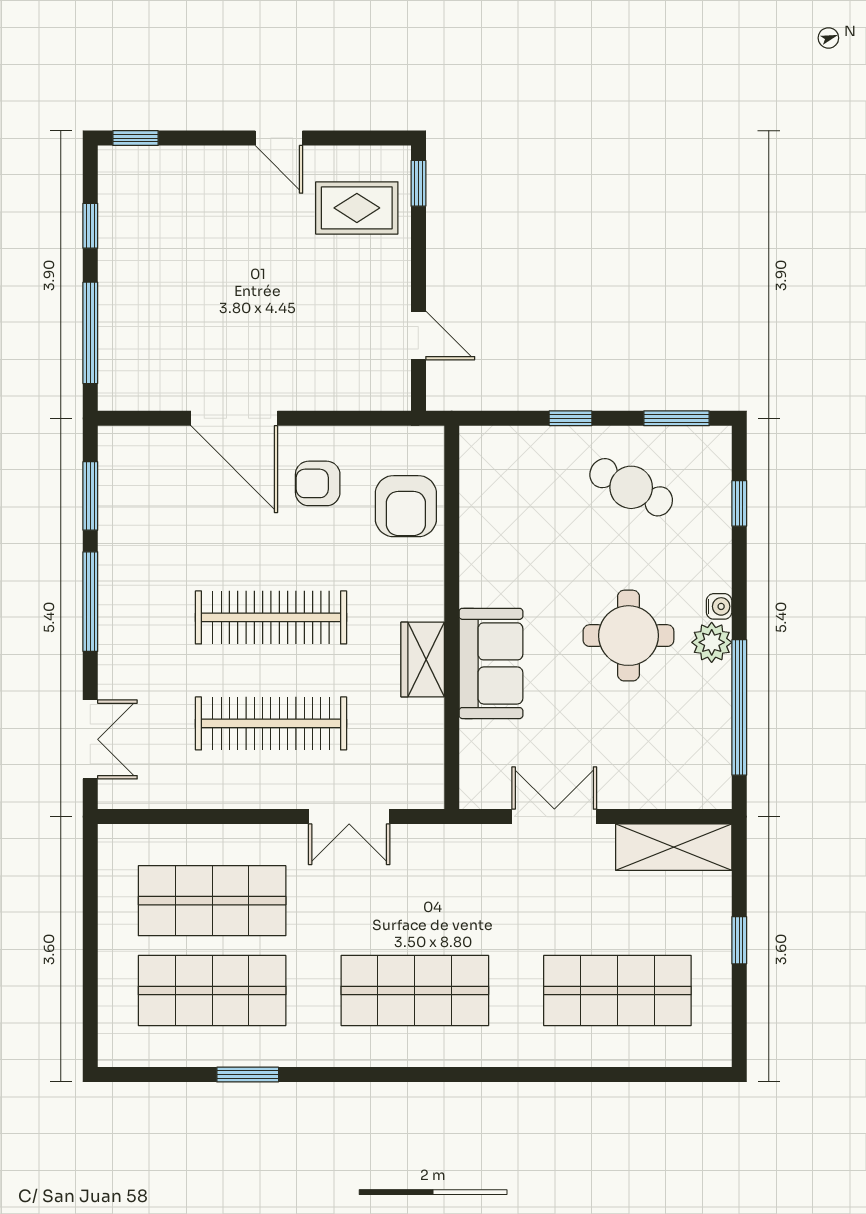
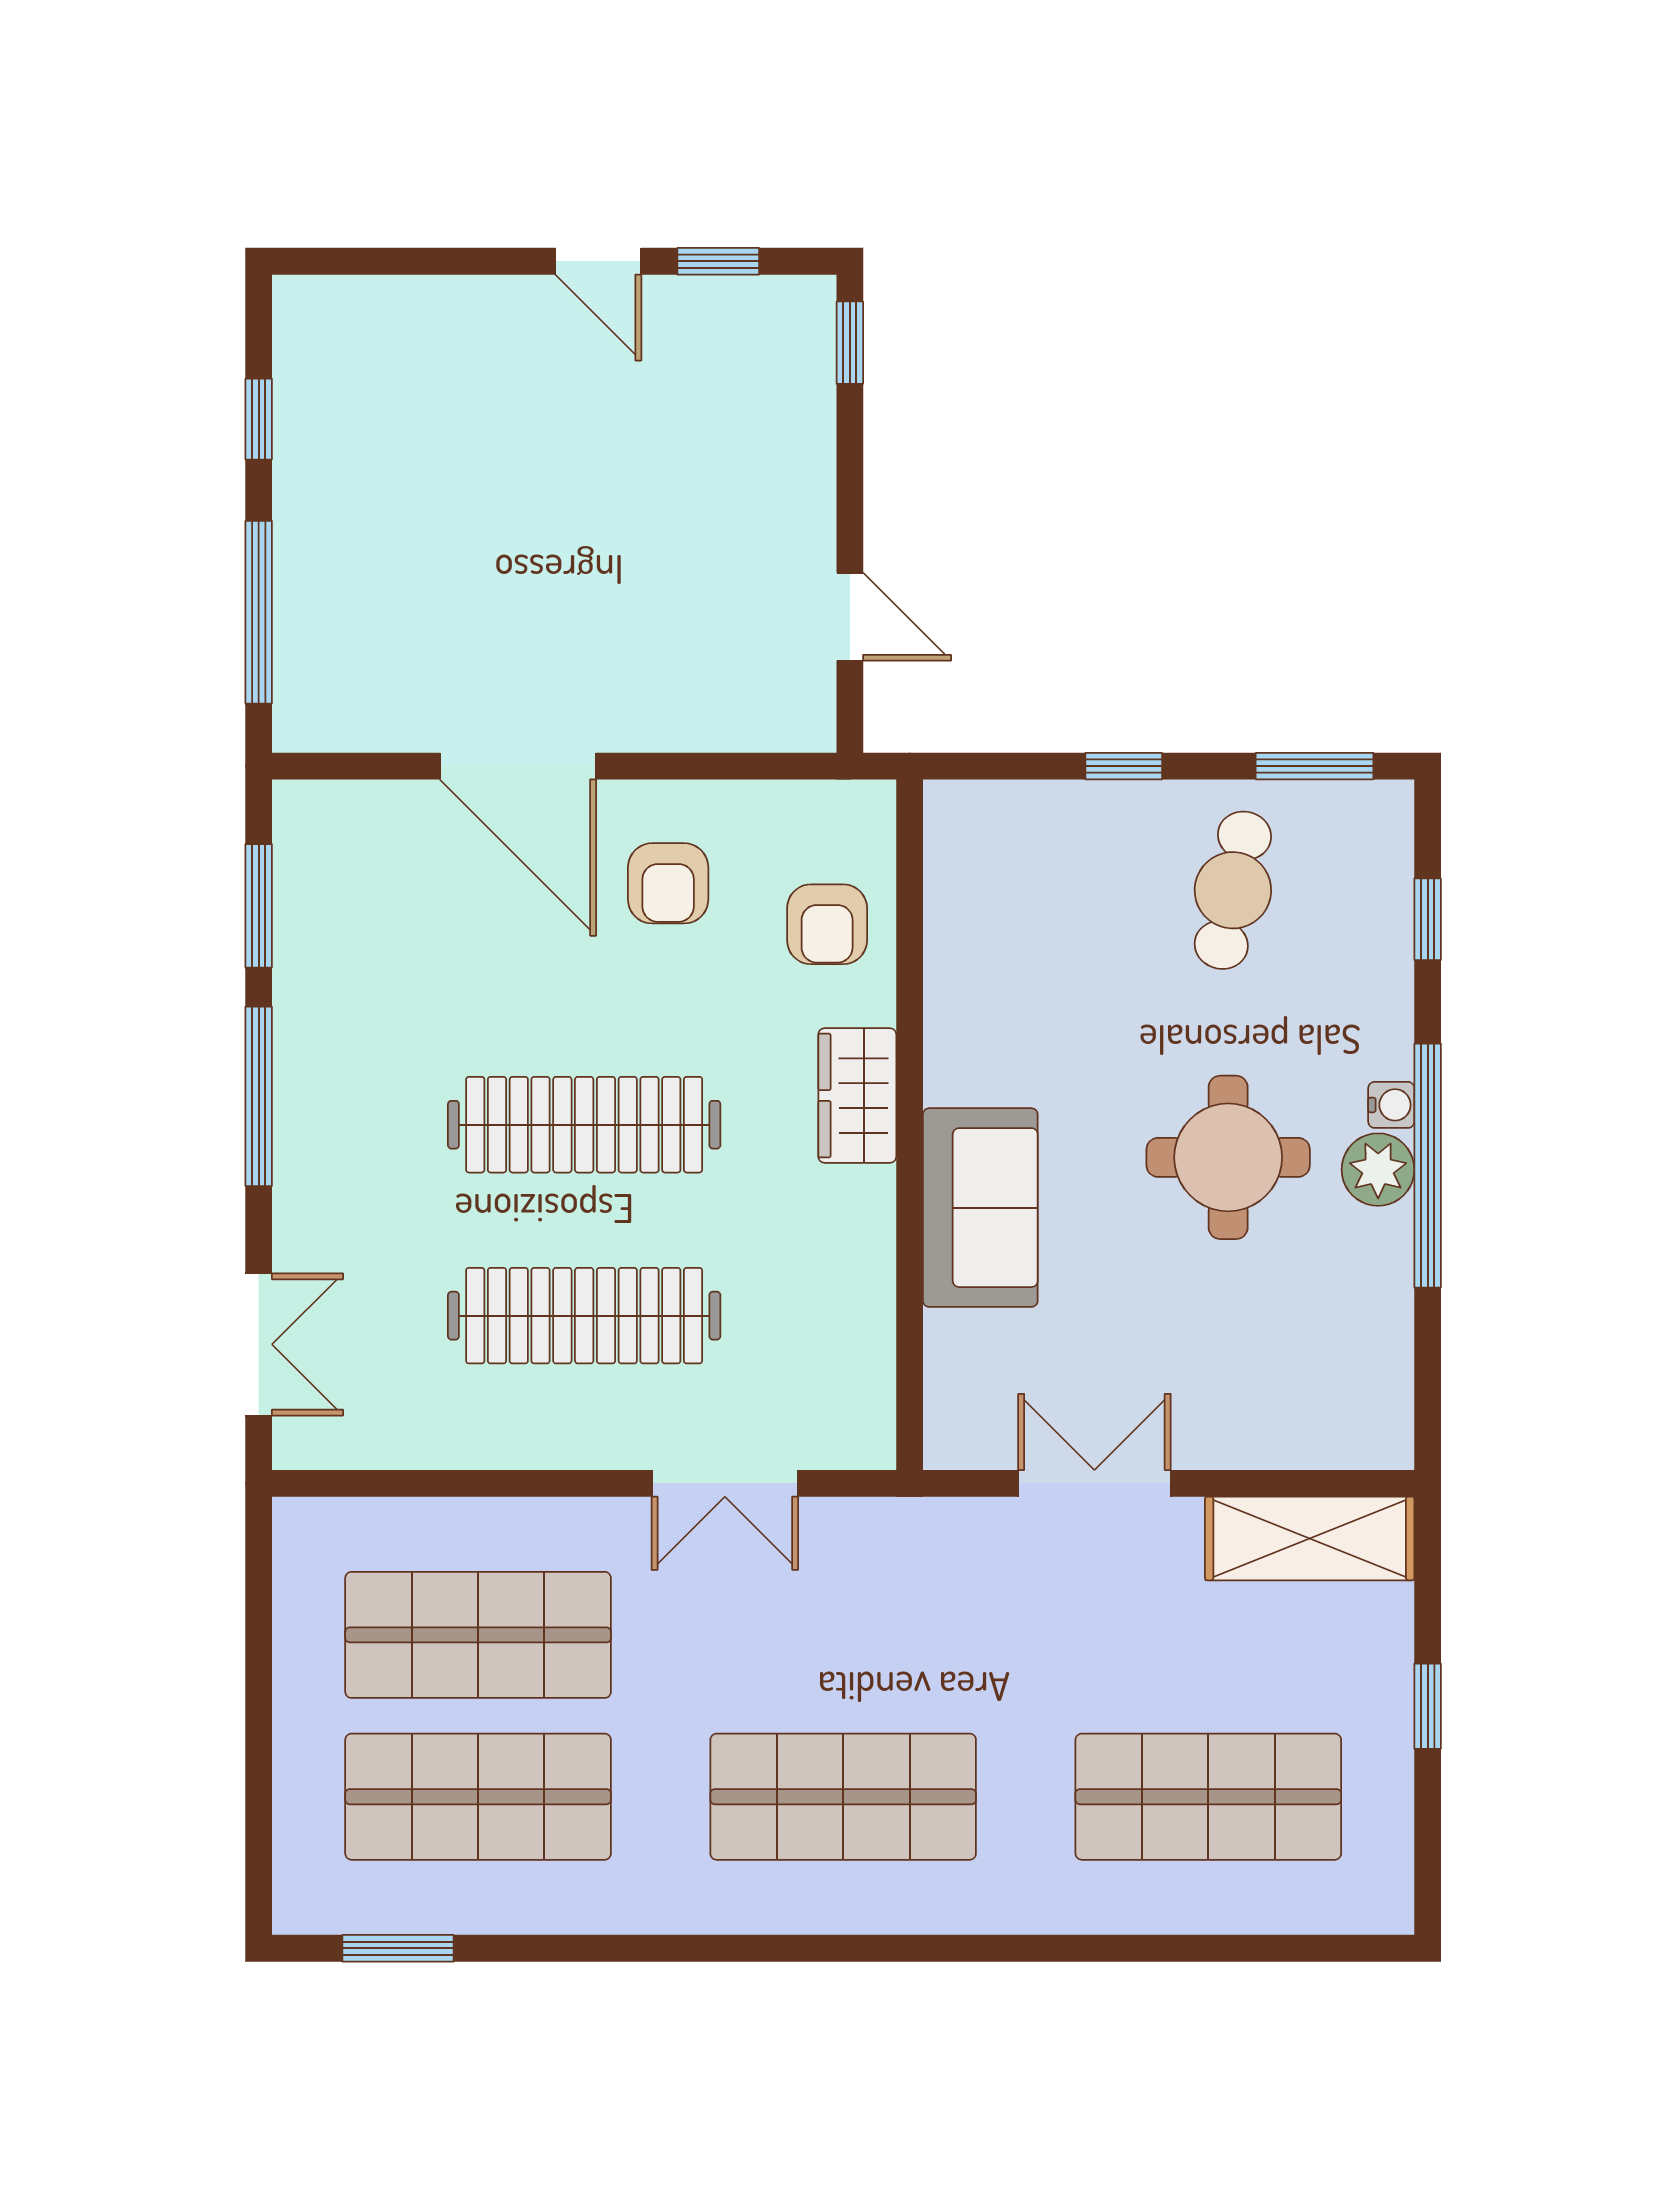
window: (136, 138) -> (718, 261), moved
rug: (357, 208) -> (739, 387), removed
armchair: (318, 483) -> (668, 883), turned -90
cafe table: (631, 487) -> (1233, 890), turned 75
armchair: (406, 506) -> (827, 924), width x0.72, depth x0.72
wardrobe: (423, 660) -> (857, 1096), moved
window: (739, 707) -> (1428, 1166), moved
window: (248, 1075) -> (398, 1948), moved

